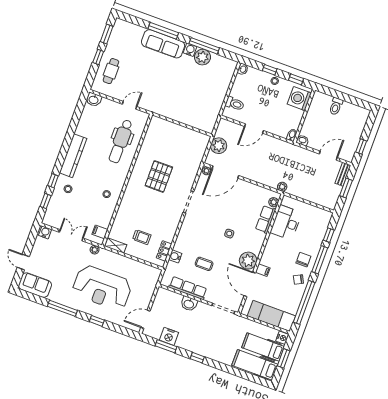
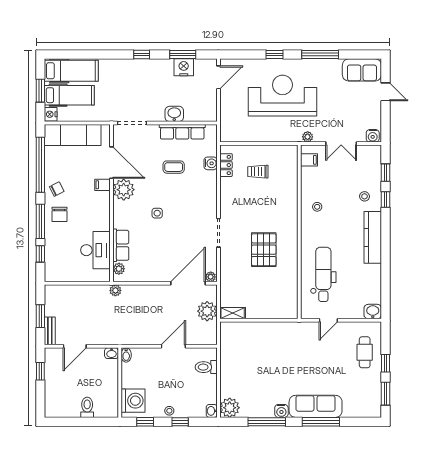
plant: (202, 57) -> (230, 408), moved
shelving: (116, 245) -> (233, 313), moved

